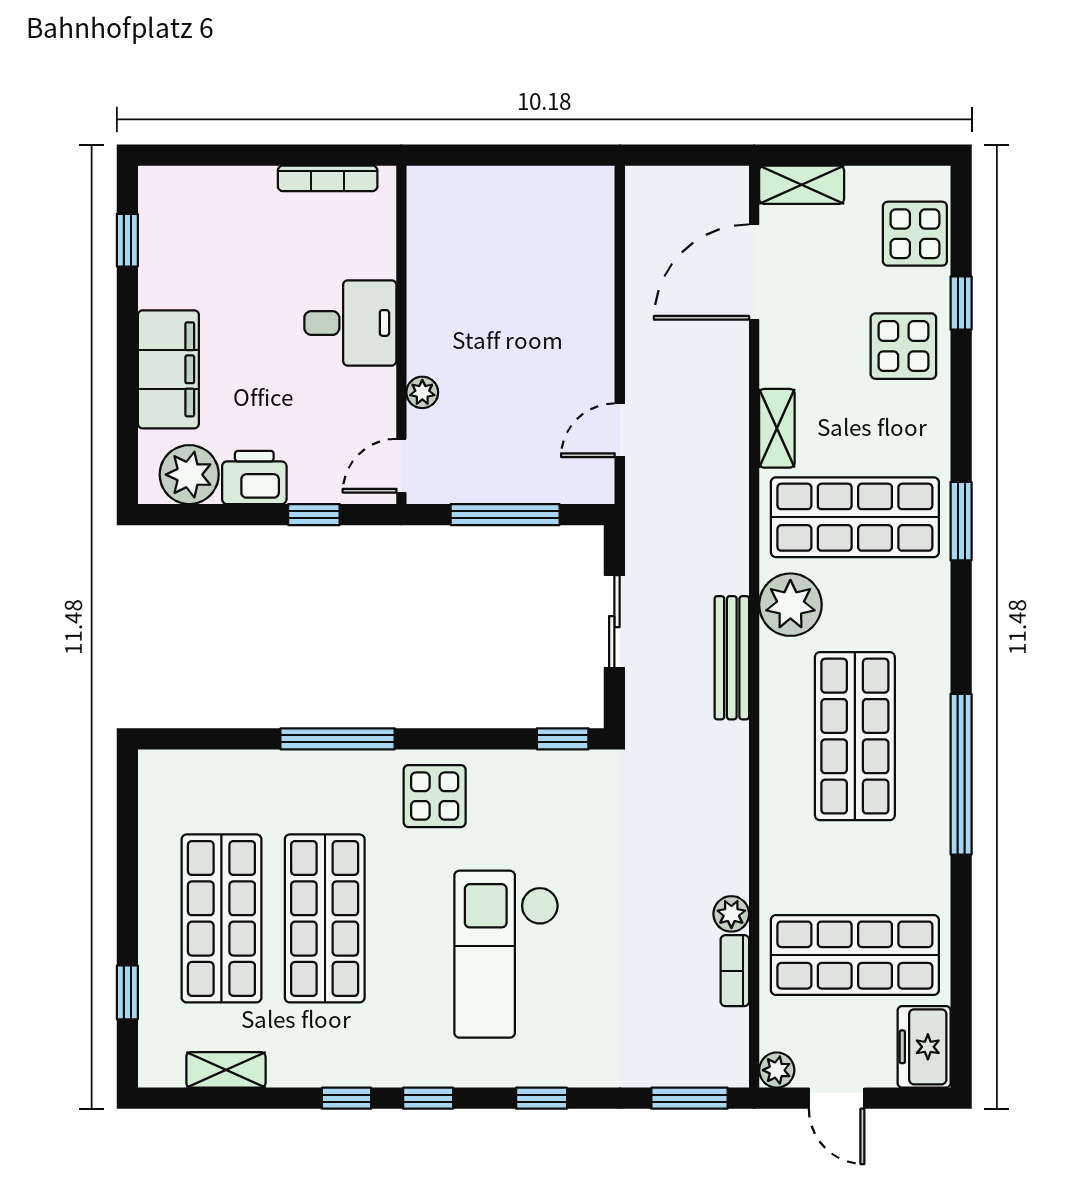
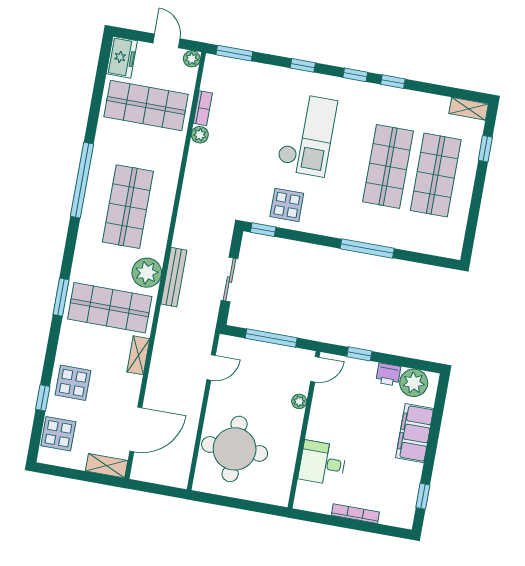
bookcase: (328, 178) -> (355, 514), moved
round table: (540, 268) -> (235, 449), added
desk: (350, 323) -> (322, 463), moved
printer: (254, 477) -> (388, 374), width x0.73, depth x0.81
bench: (732, 658) -> (174, 277), moved
display table: (435, 796) -> (287, 205), moved
shelving: (226, 1070) -> (469, 109), moved

